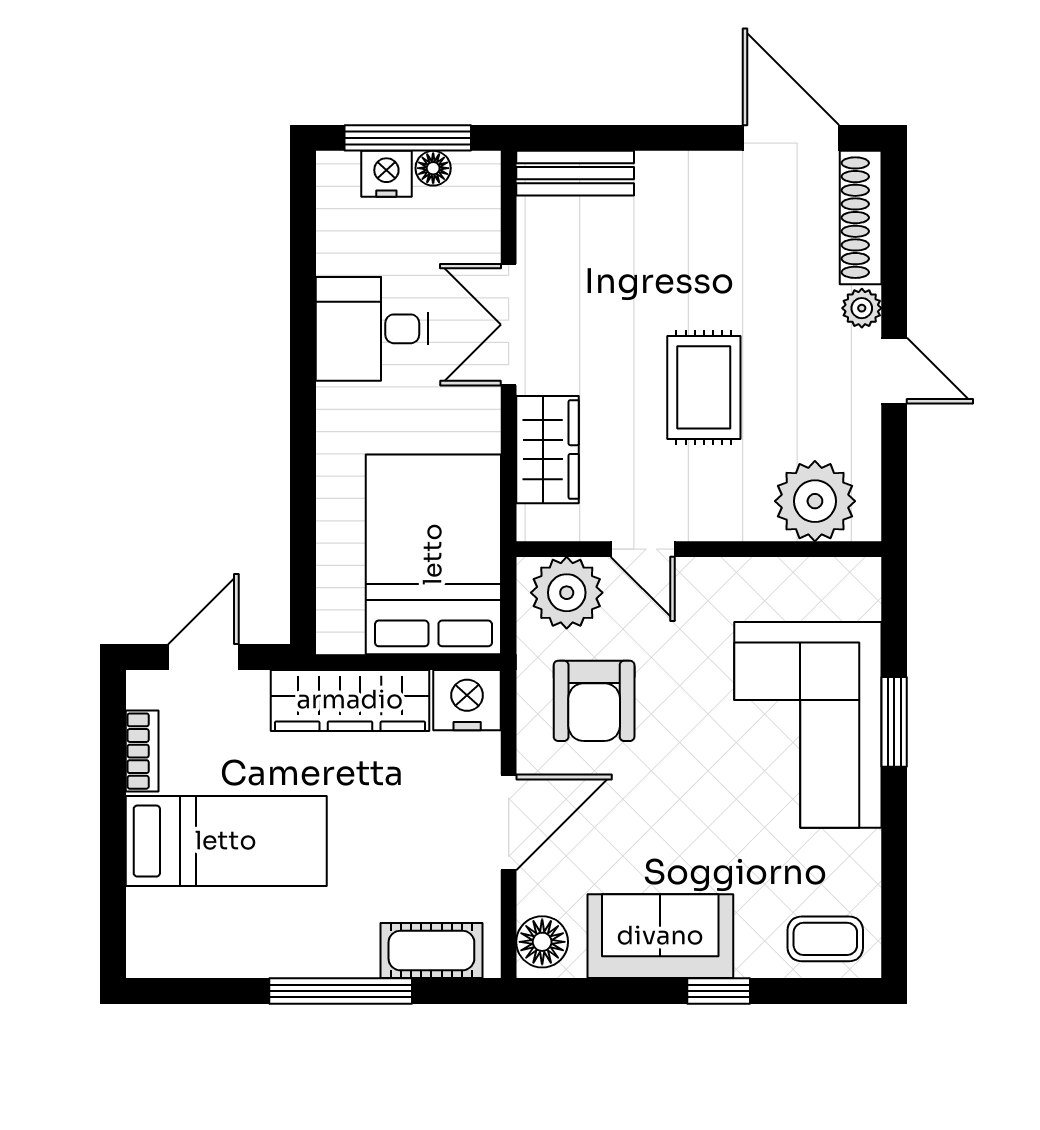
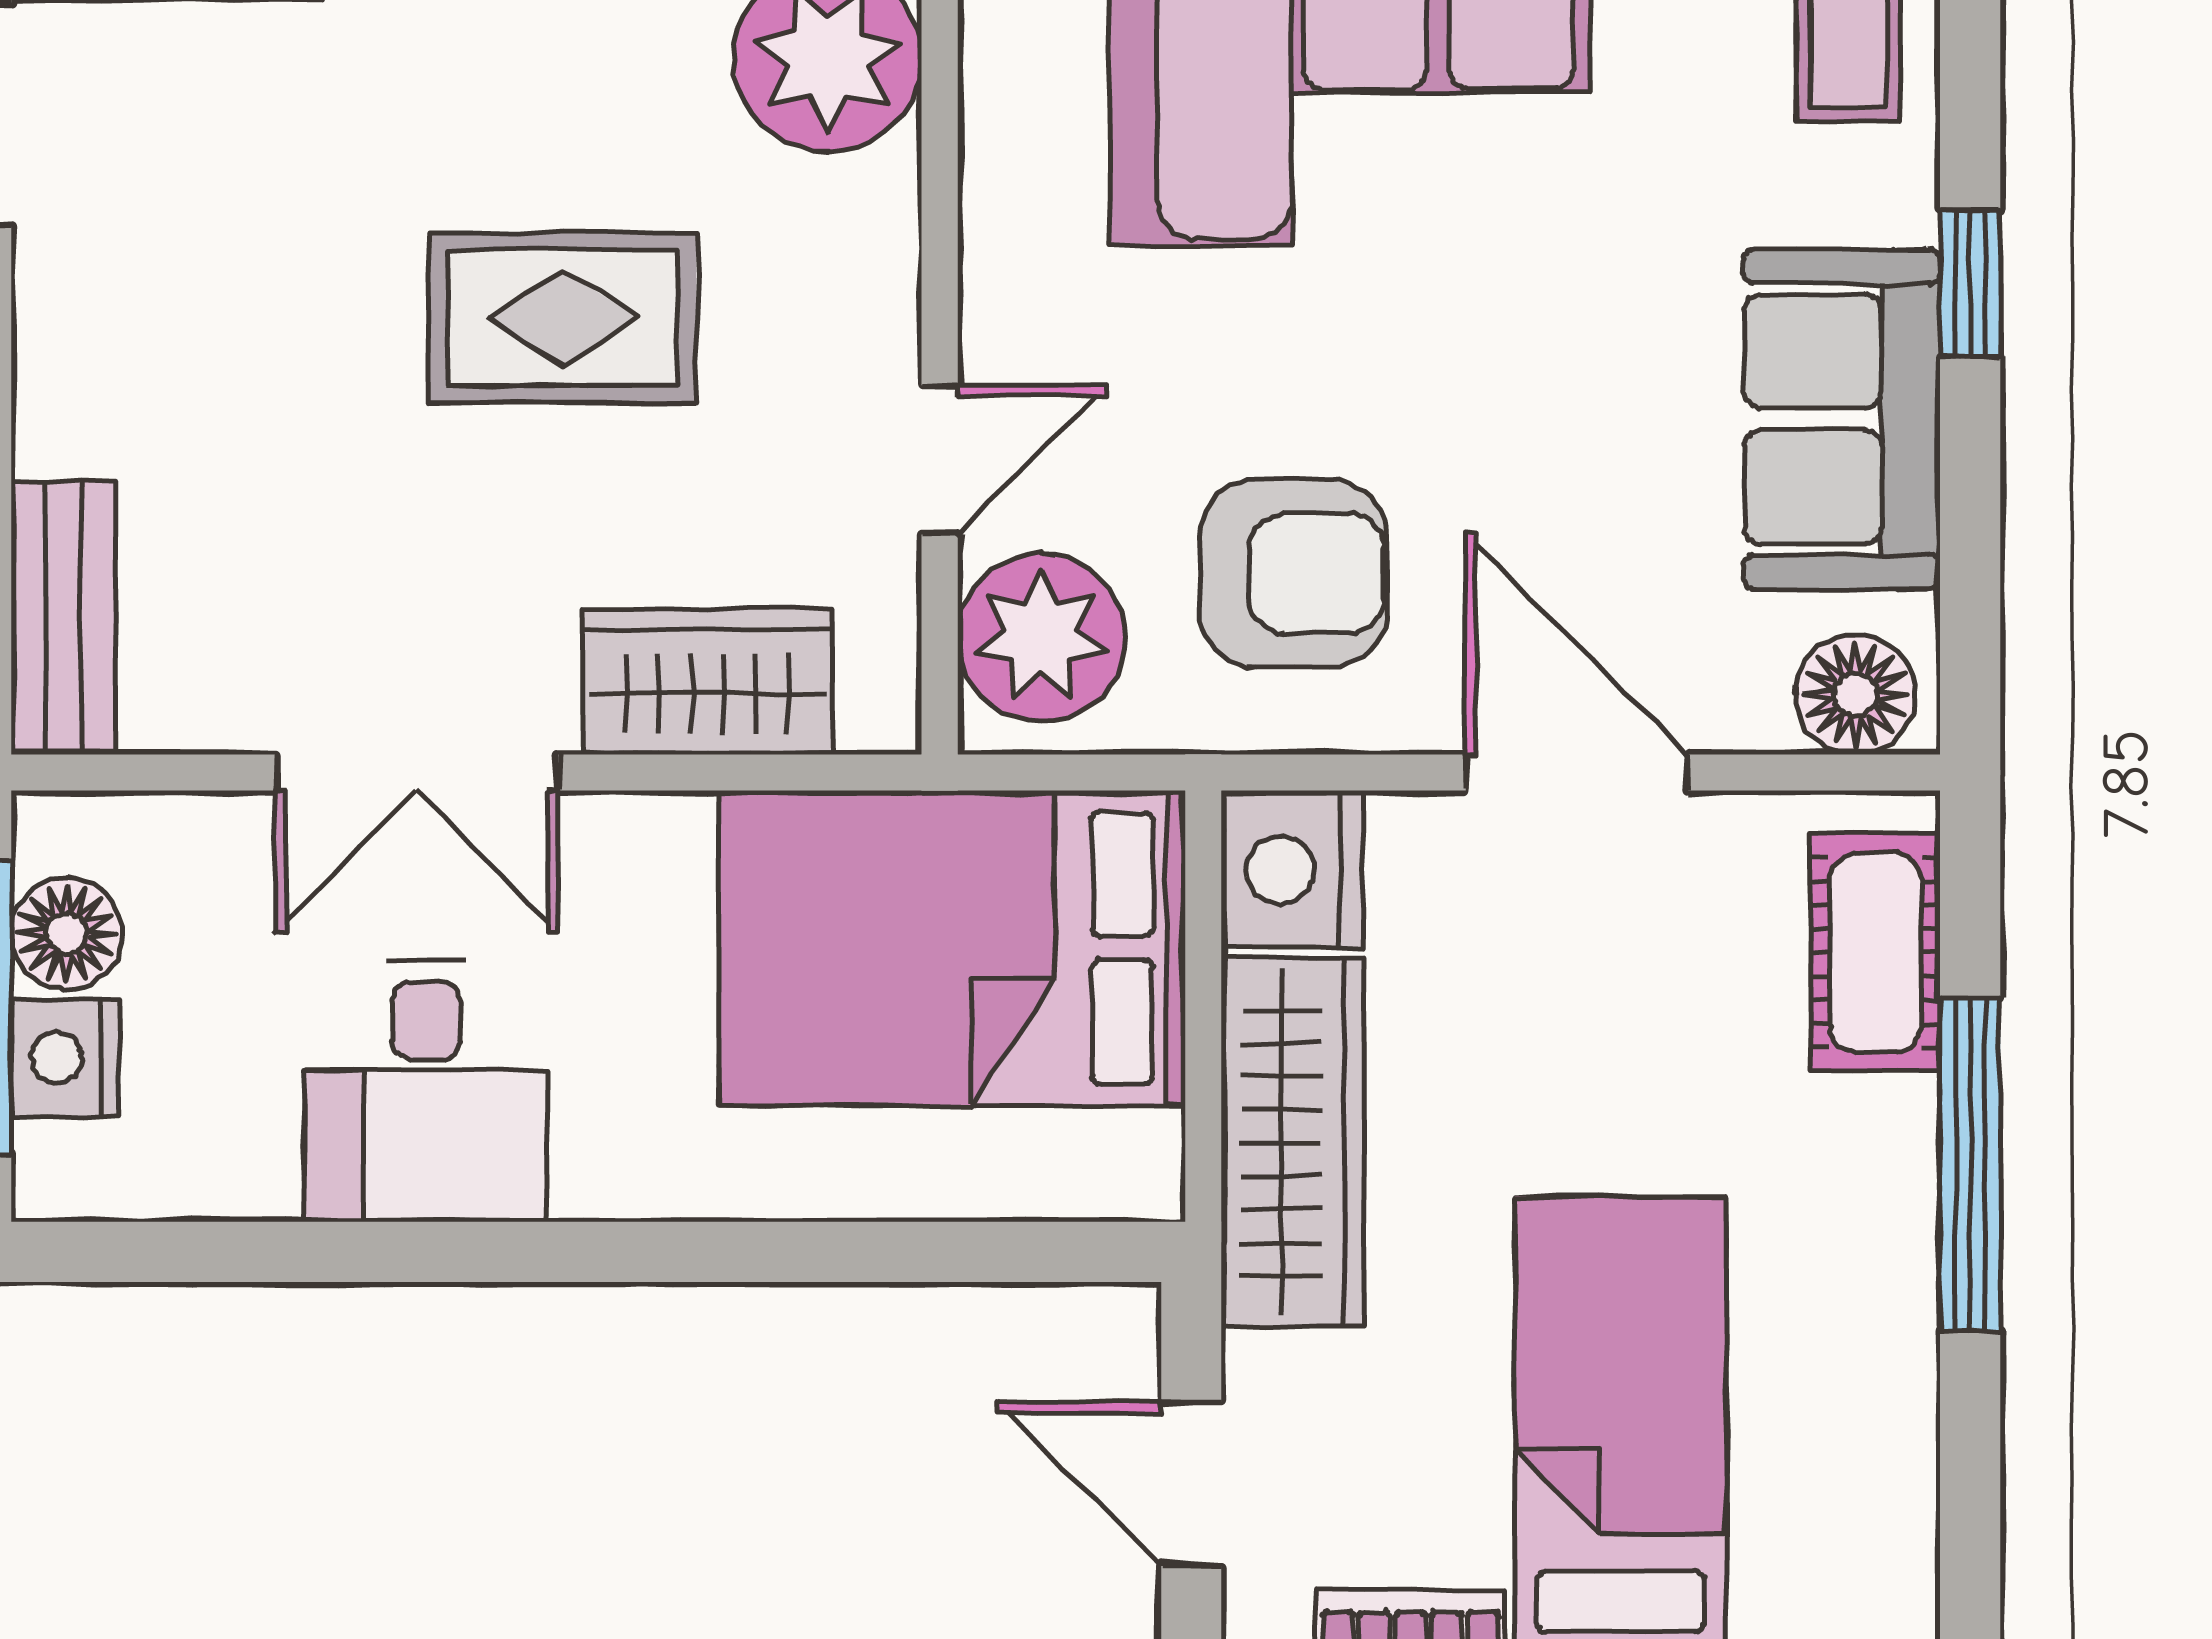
floor lamp: (433, 168) -> (67, 933), width x1.37, depth x1.37

